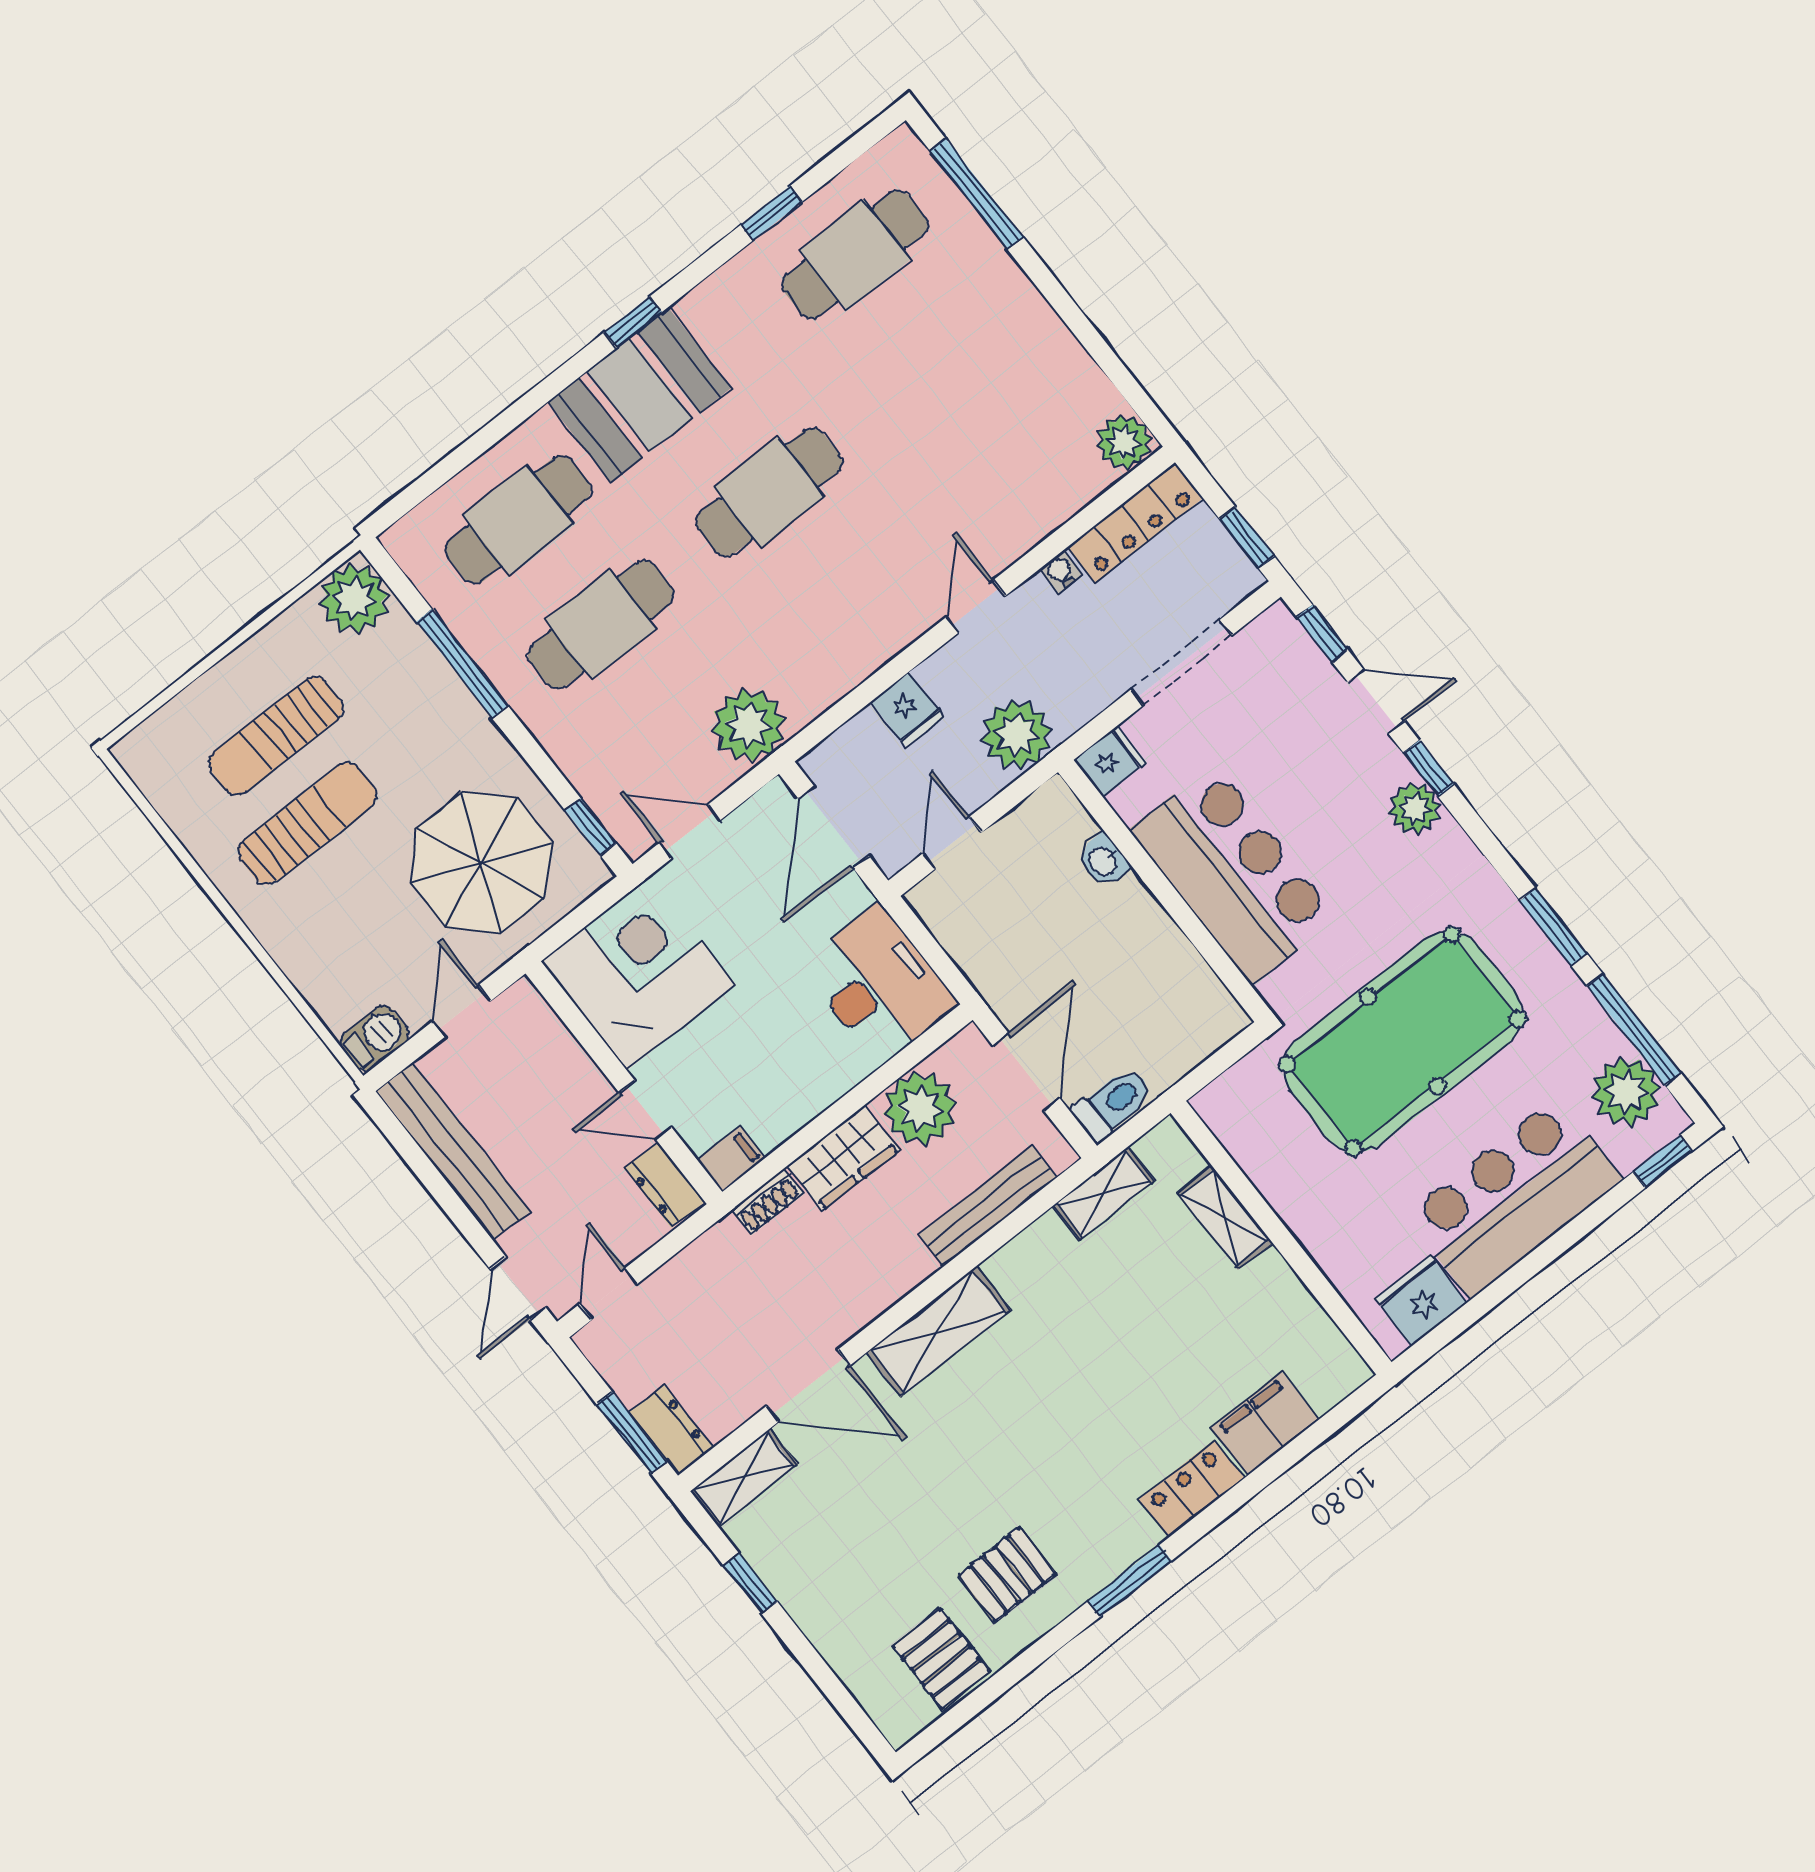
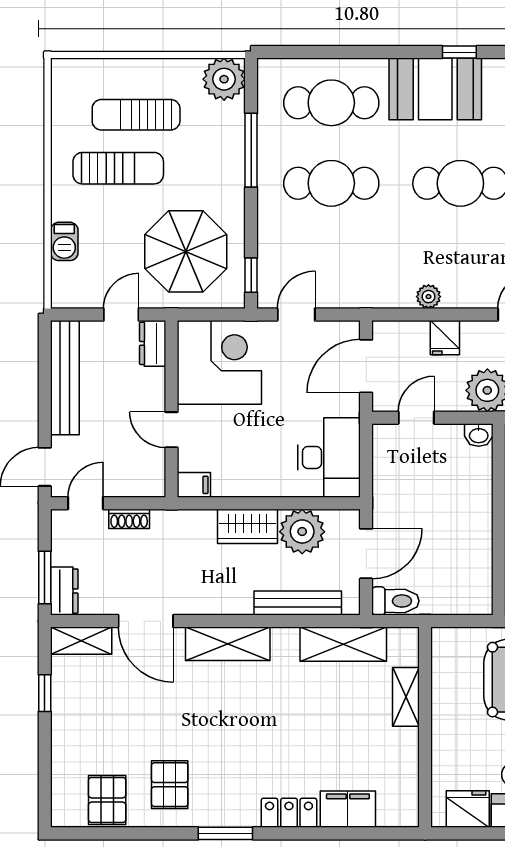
plant: (749, 725) -> (429, 297), moved, width x0.53, depth x0.53
door: (690, 832) -> (296, 314), hinge flipped
washbasin: (1103, 861) -> (479, 435), moved, turned -90
barbecue: (374, 1038) -> (64, 241), moved, turned 90
dresser: (665, 1185) -> (153, 343), moved
shelving: (1104, 1193) -> (343, 644), width x1.50, depth x1.33
shoe rack: (768, 1202) -> (129, 519), moved
pallet: (1007, 1574) -> (170, 785), turned 90

